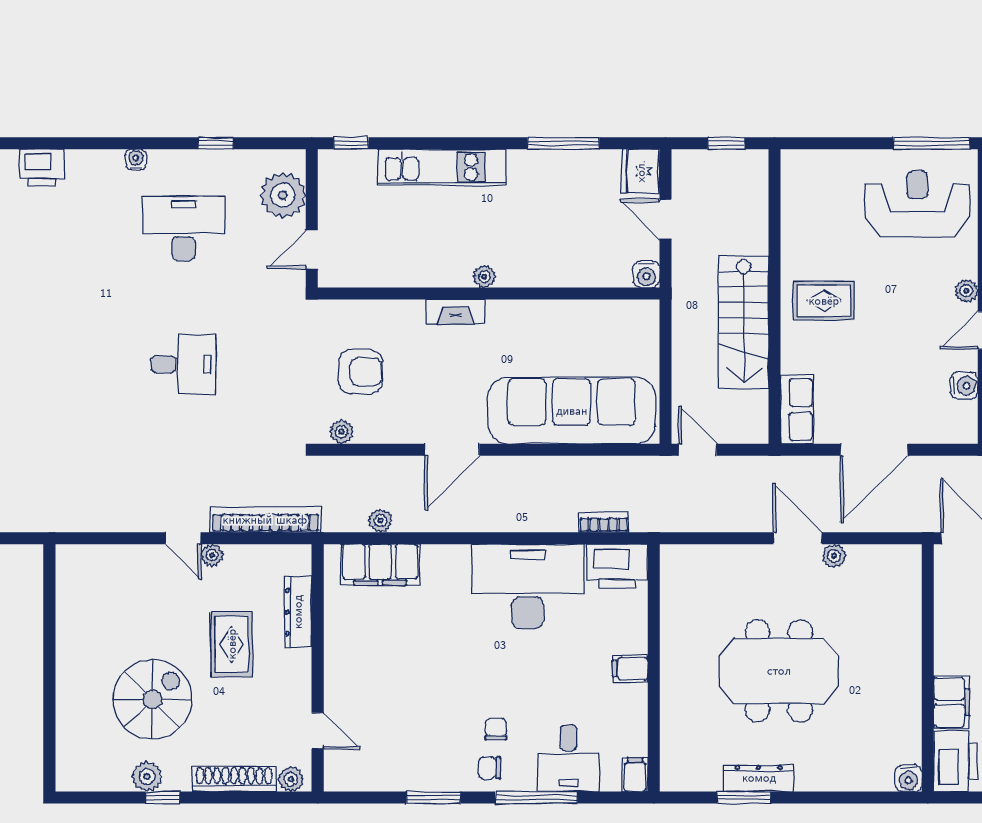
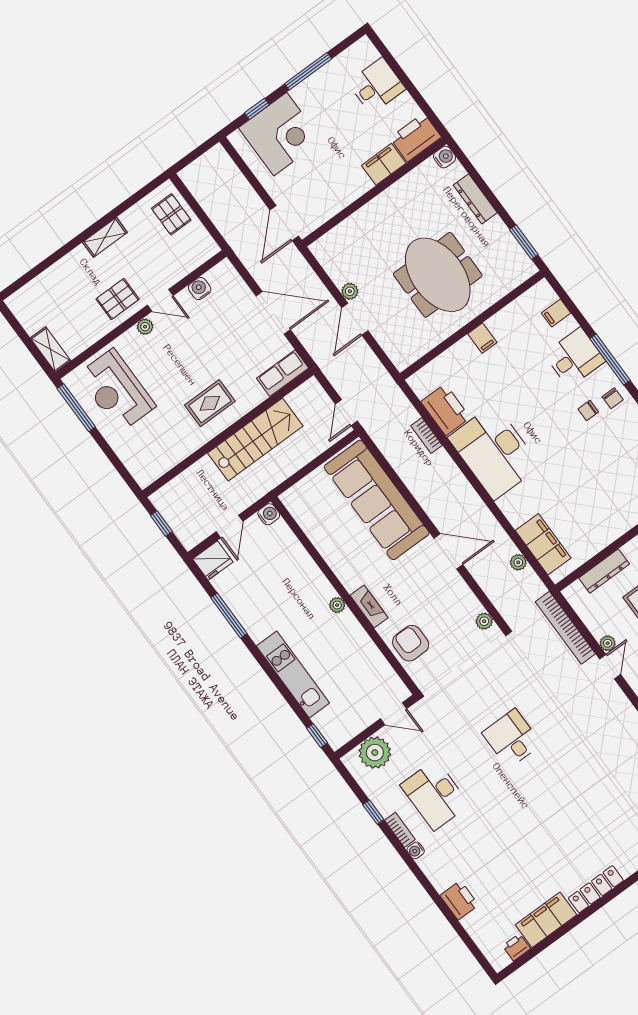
bookcase: (173, 159) -> (400, 830), added
rug: (824, 301) -> (210, 403), turned 90
armchair: (360, 372) -> (411, 643), moved
wall: (654, 668) -> (472, 325), moved
filing cabinet: (630, 669) -> (482, 338), moved
dresser: (759, 778) -> (475, 199), moved

